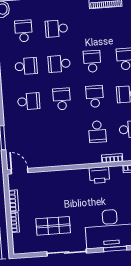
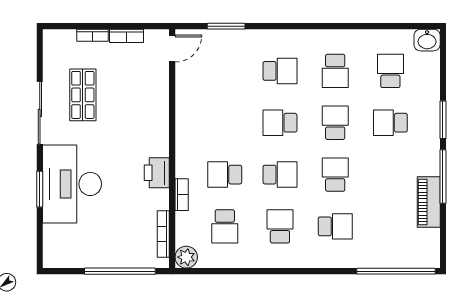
school desk: (57, 29) -> (390, 123), turned -90
school desk: (24, 31) -> (390, 71), turned -90
school desk: (92, 61) -> (335, 175), turned -90
school desk: (62, 99) -> (280, 123), turned 180
school desk: (29, 101) -> (280, 71), turned -90

